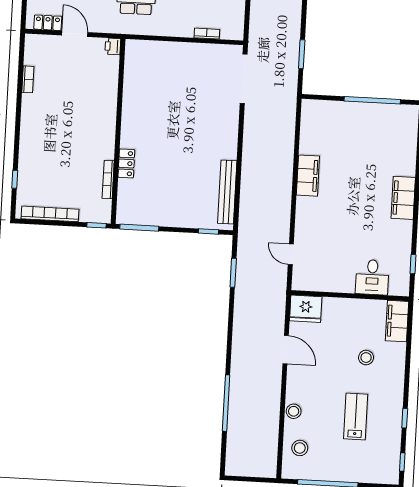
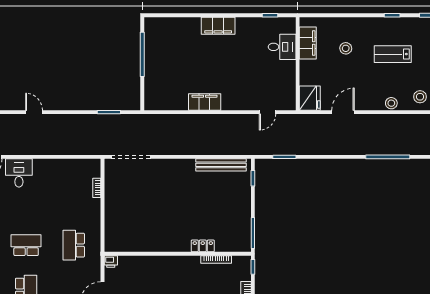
filing cabinet: (397, 321) -> (308, 43), moved, turned -90

